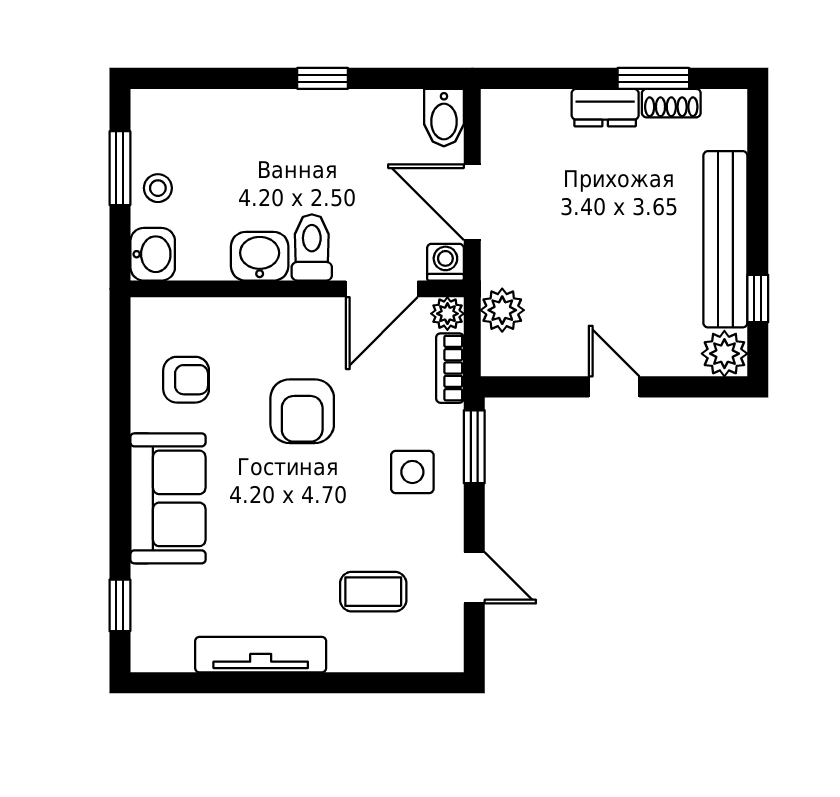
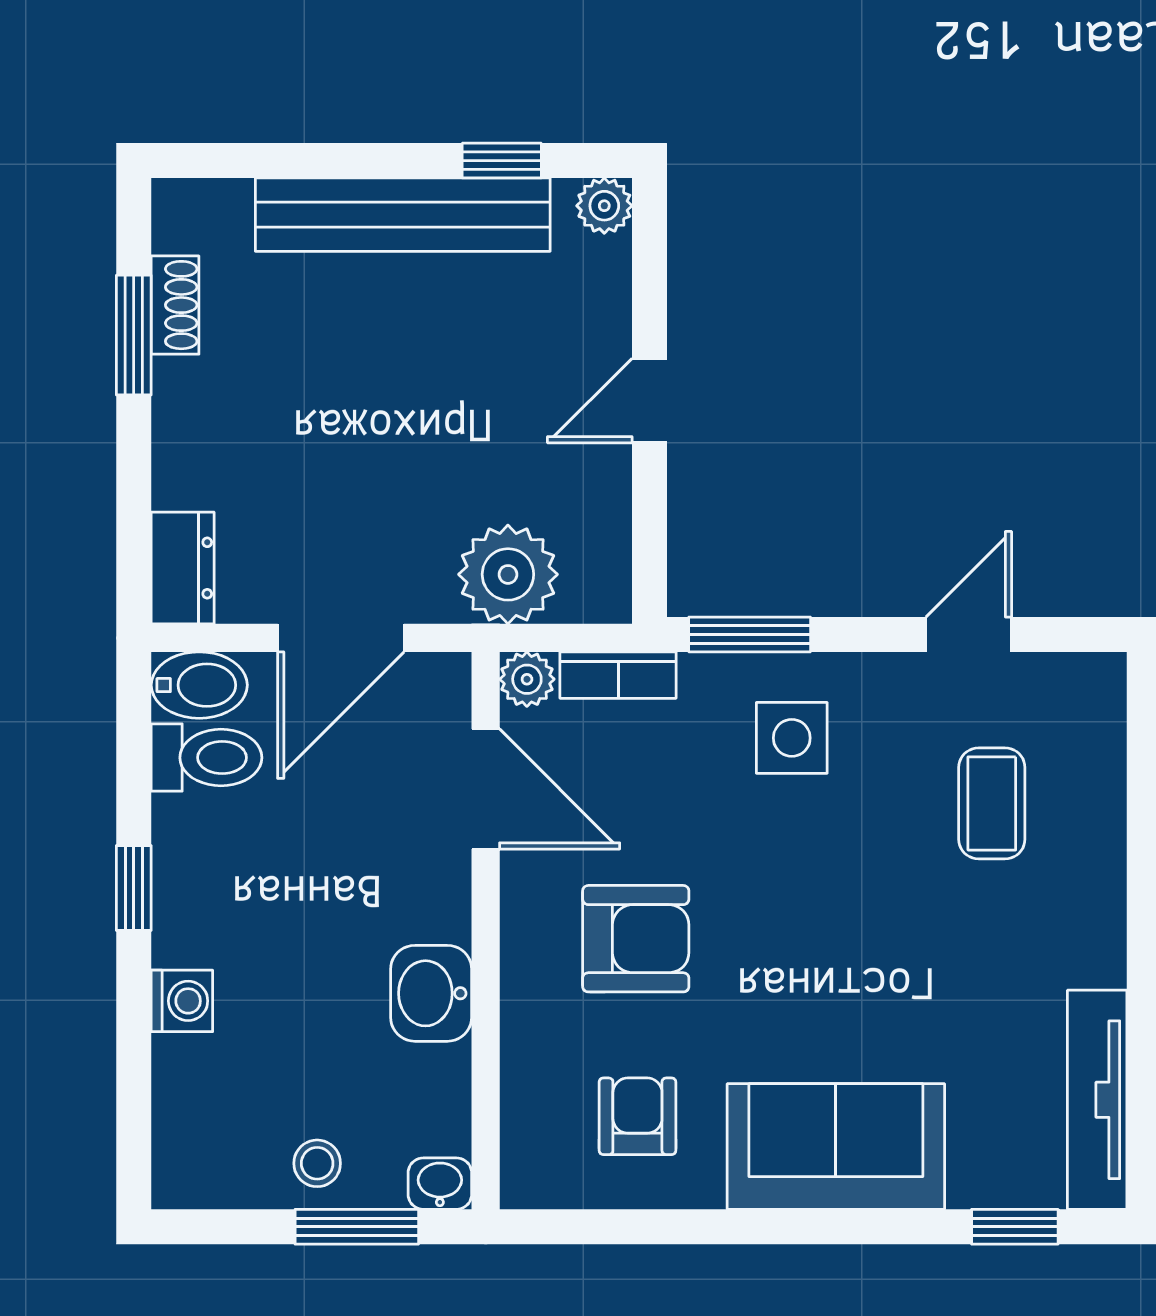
dresser: (605, 108) -> (183, 568), moved
window: (120, 168) -> (357, 1227), moved
toilet: (312, 247) -> (207, 758), moved, turned 180
washbasin: (153, 254) -> (440, 1184), width x0.72, depth x0.69
washing machine: (445, 262) -> (182, 1001), moved, turned 180
plant: (502, 310) -> (508, 574), width x1.36, depth x1.36
plant: (724, 354) -> (604, 206), width x0.73, depth x0.73
armchair: (302, 411) -> (636, 939), moved
tv unit: (261, 655) -> (1097, 1100), moved

